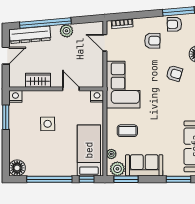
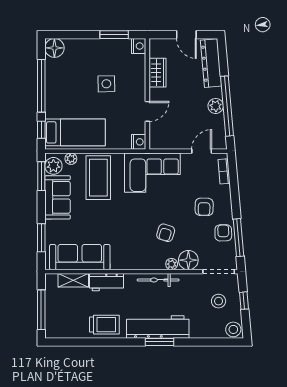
window: (45, 23) -> (227, 106), moved
coffee table: (127, 131) -> (98, 178), width x1.86, depth x1.72

